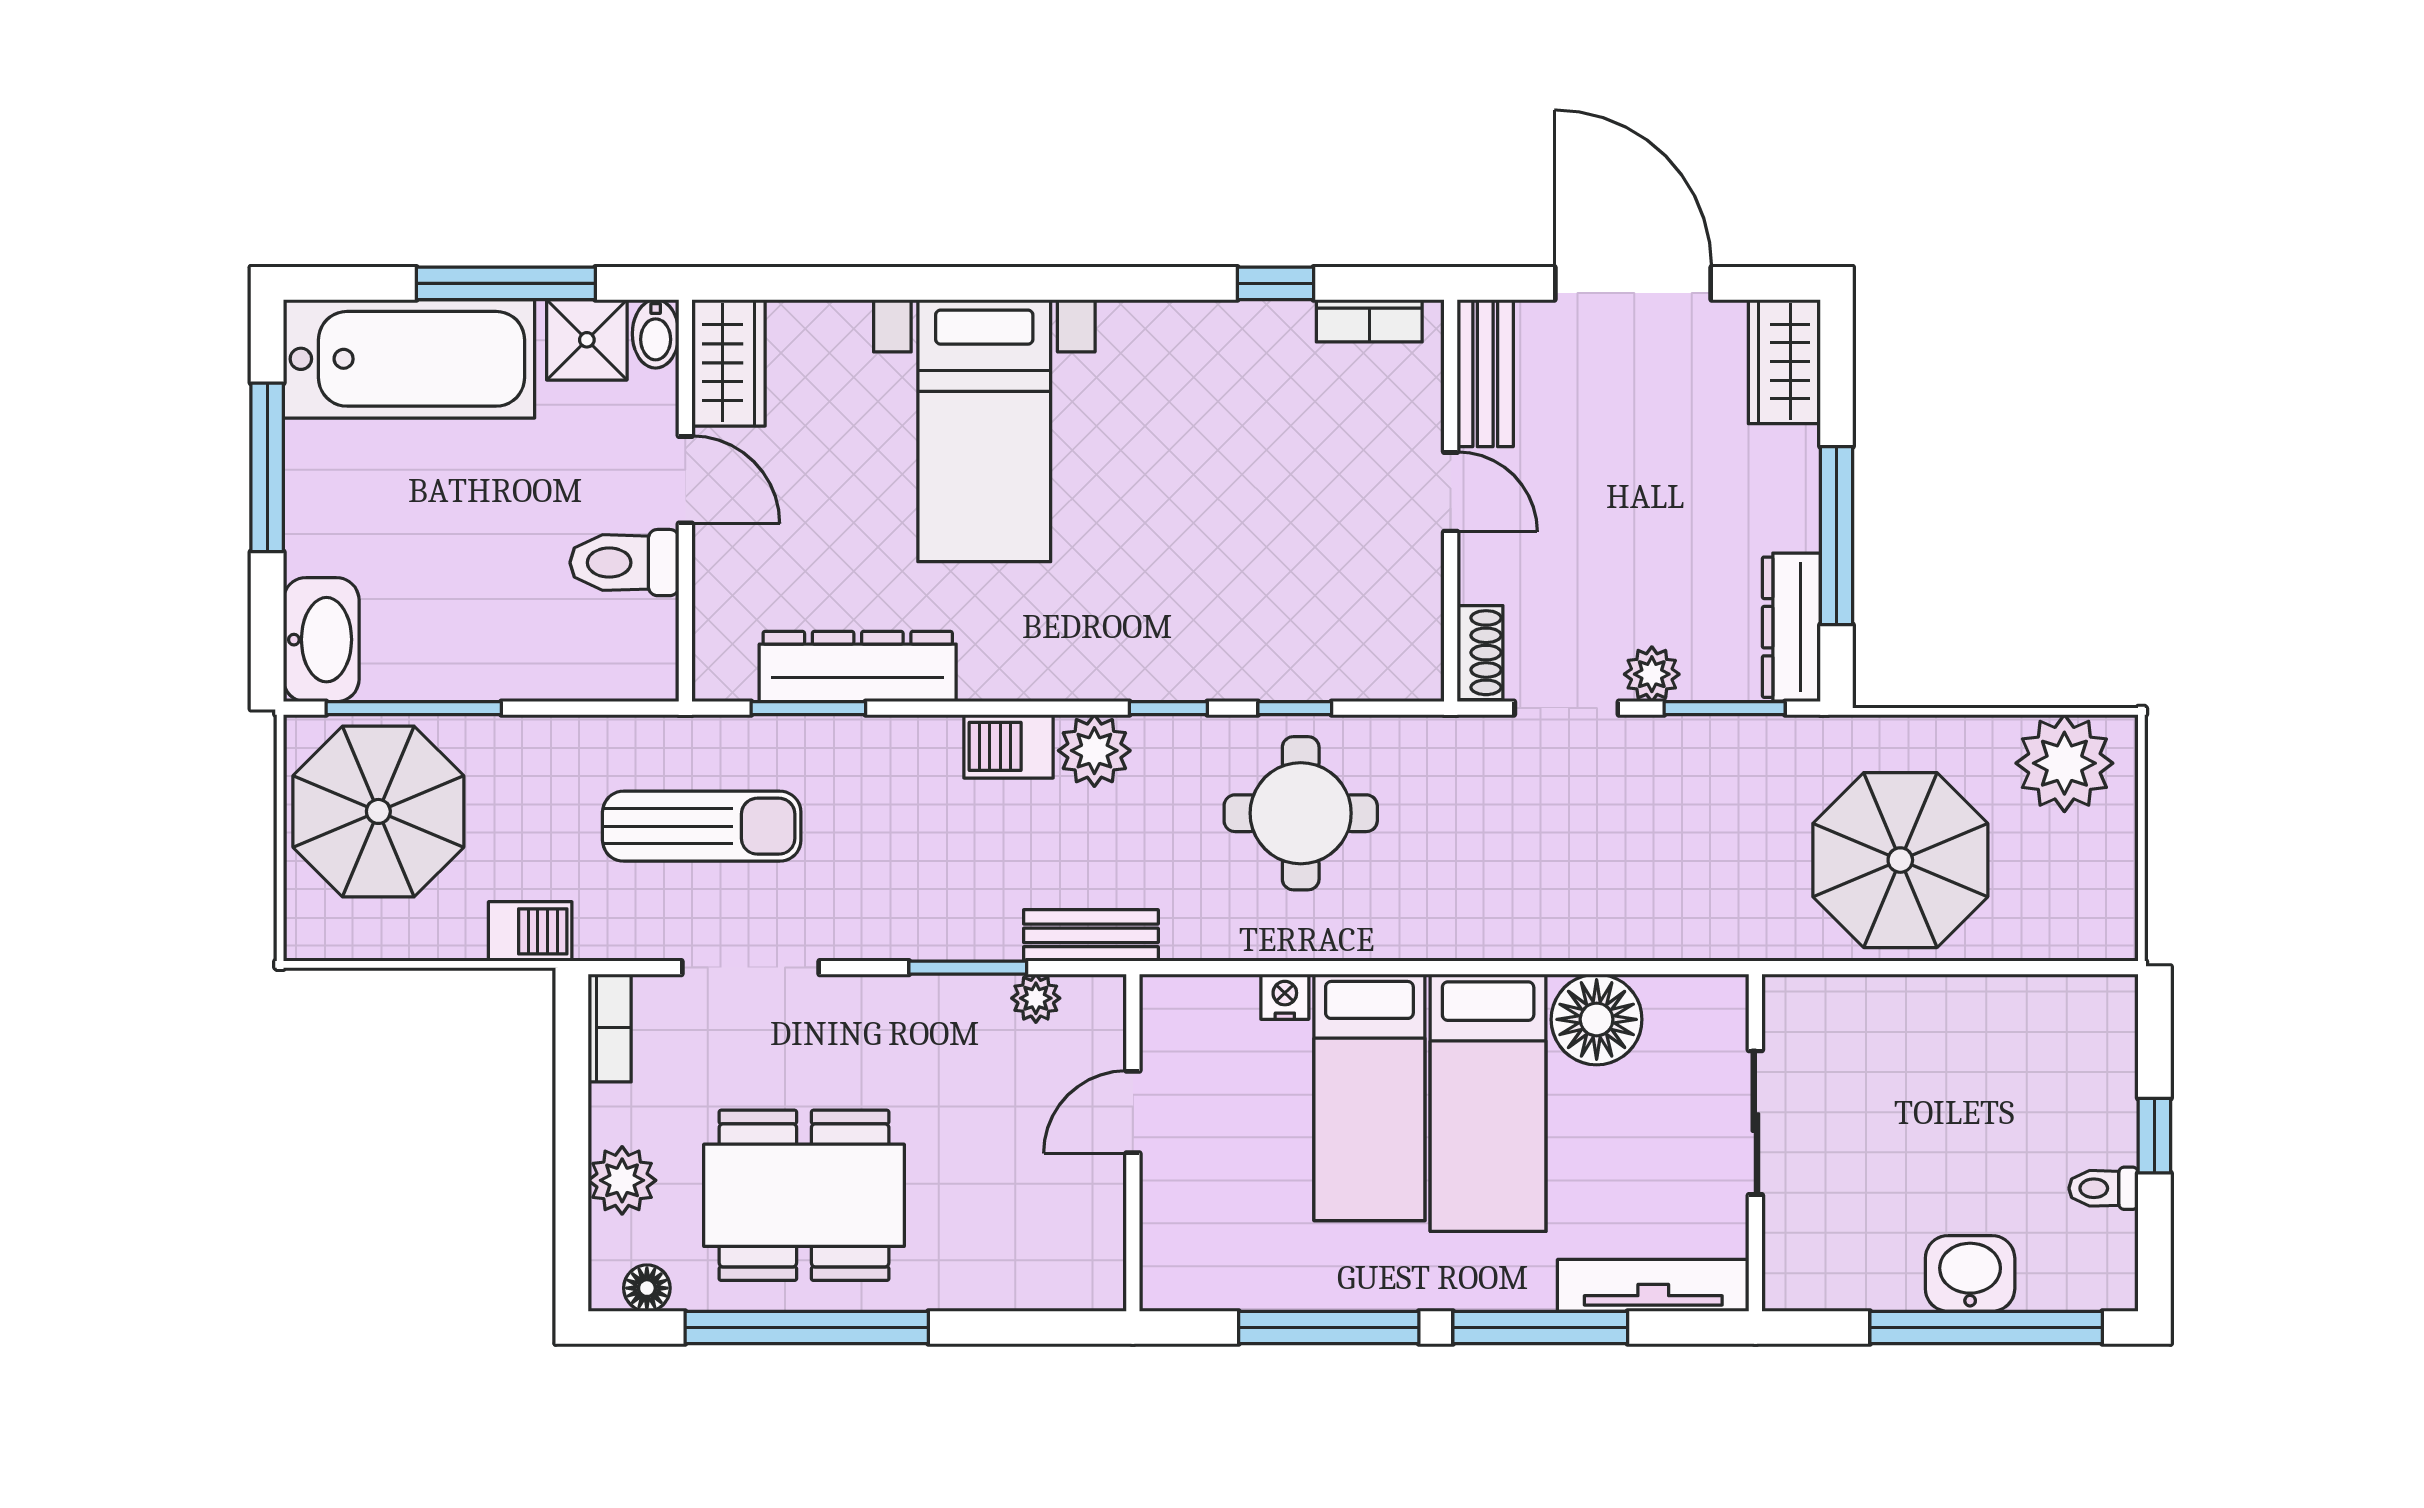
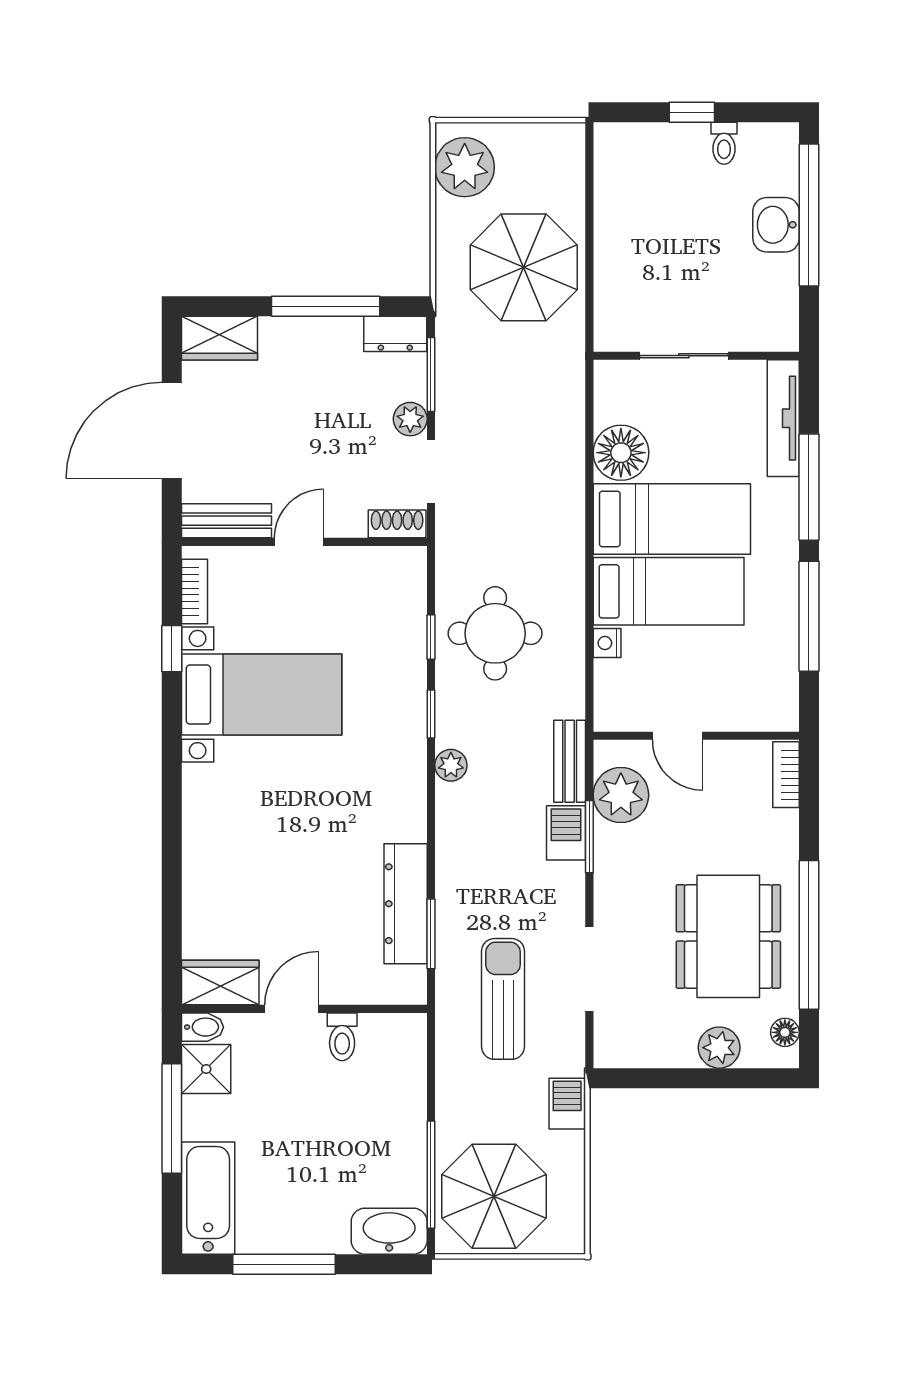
bathtub: (409, 359) -> (208, 1198), width x0.73, depth x0.73
bed with nightstands: (984, 431) -> (262, 695), moved
toilet: (624, 563) -> (342, 1037), width x0.73, depth x0.72
dresser: (1791, 627) -> (395, 334), width x0.70
barbecue: (1009, 746) -> (566, 833), moved, turned 180
plant: (1094, 751) -> (451, 765), width x0.73, depth x0.73
plant: (1036, 998) -> (621, 795), width x1.88, depth x1.88
bookcase: (610, 1028) -> (786, 775), moved, turned -90

